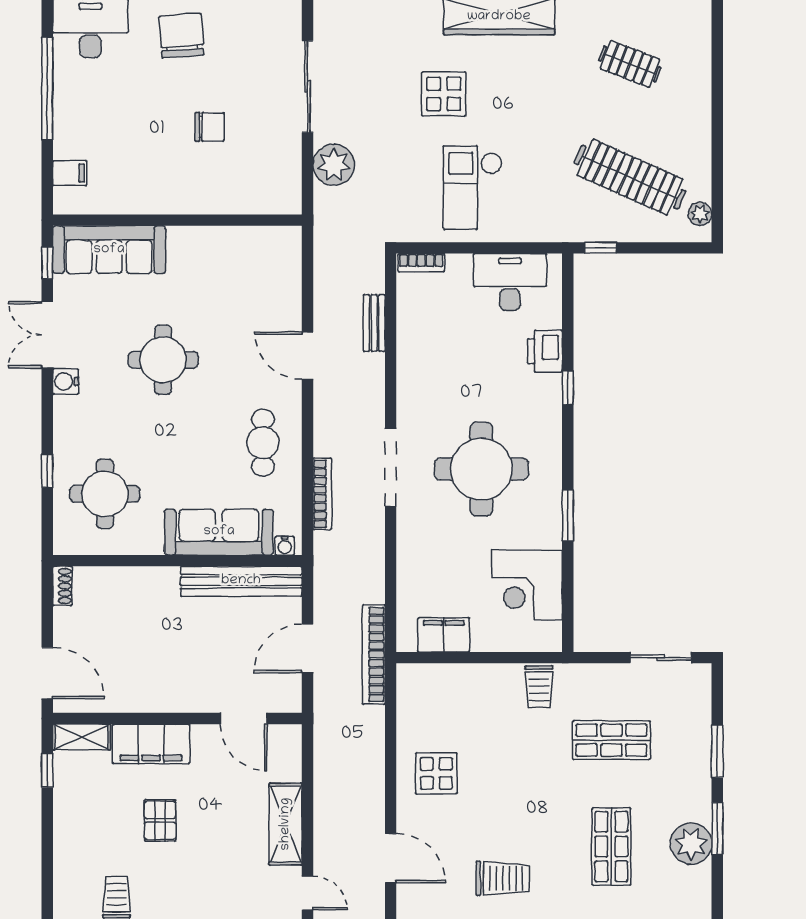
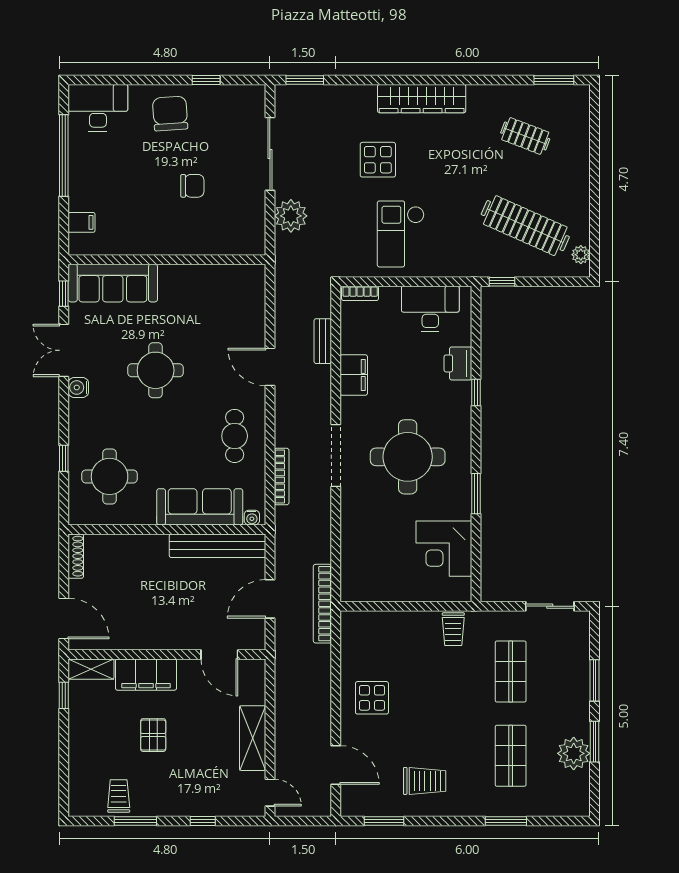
shoe rack: (62, 586) -> (76, 556), width x1.43
filing cabinet: (444, 635) -> (354, 375), moved, turned 90
shop shelf: (611, 740) -> (511, 671), turned 90

